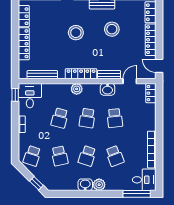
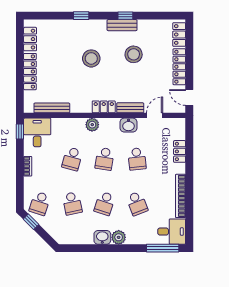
locker: (81, 74) -> (104, 107), width x0.66
locker: (151, 93) -> (180, 151), moved
window: (36, 183) -> (31, 222), moved

